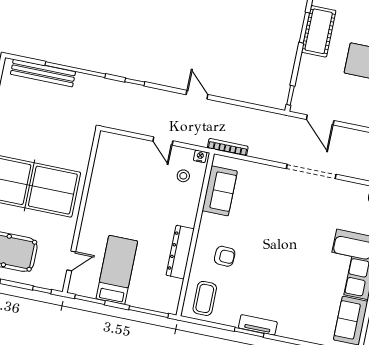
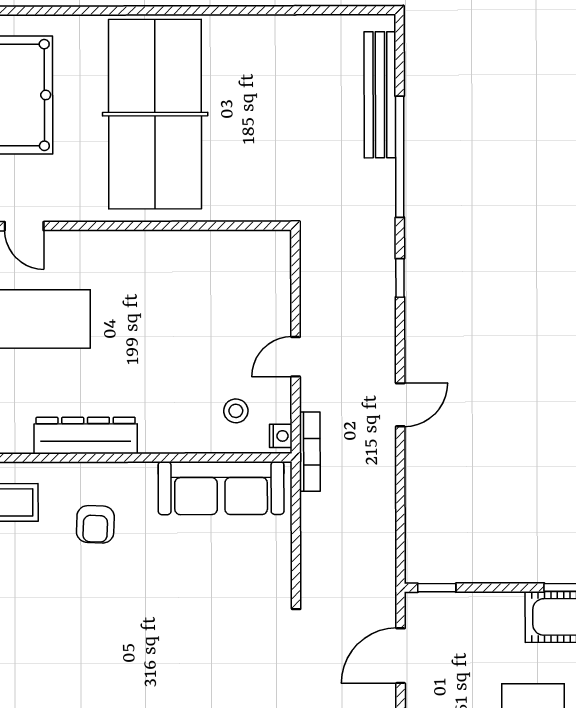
bookcase: (228, 147) -> (310, 452), moved
sofa: (220, 191) -> (221, 488), width x1.36

